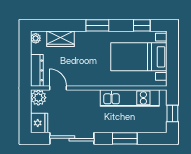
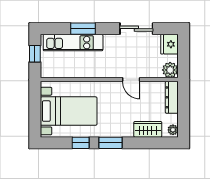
window: (142, 25) -> (81, 143), moved
door: (58, 88) -> (131, 80), moved
kitchen unit: (130, 98) -> (73, 43), moved, turned 180
sliding door: (72, 138) -> (136, 29), width x0.73

